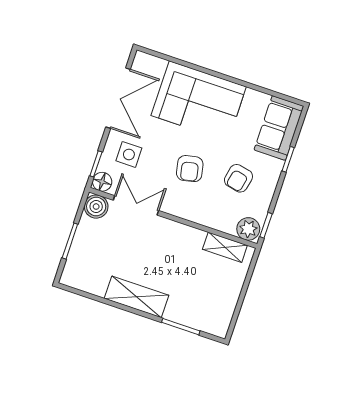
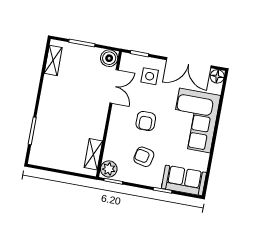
armchair: (190, 169) -> (146, 121), turned -78
floor lamp: (102, 182) -> (217, 76), moved
shelving: (136, 297) -> (53, 60), moved, width x0.67, depth x0.75

